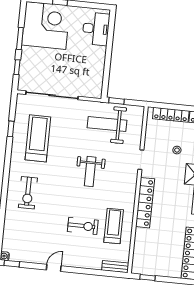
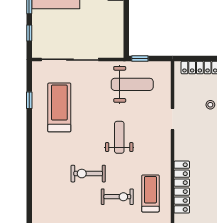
weight bench: (107, 124) -> (132, 84), turned 180
weight bench: (90, 171) -> (119, 137), turned 180
exercise bike: (28, 193) -> (88, 174), moved, turned 90
locker: (145, 203) -> (182, 187), moved

